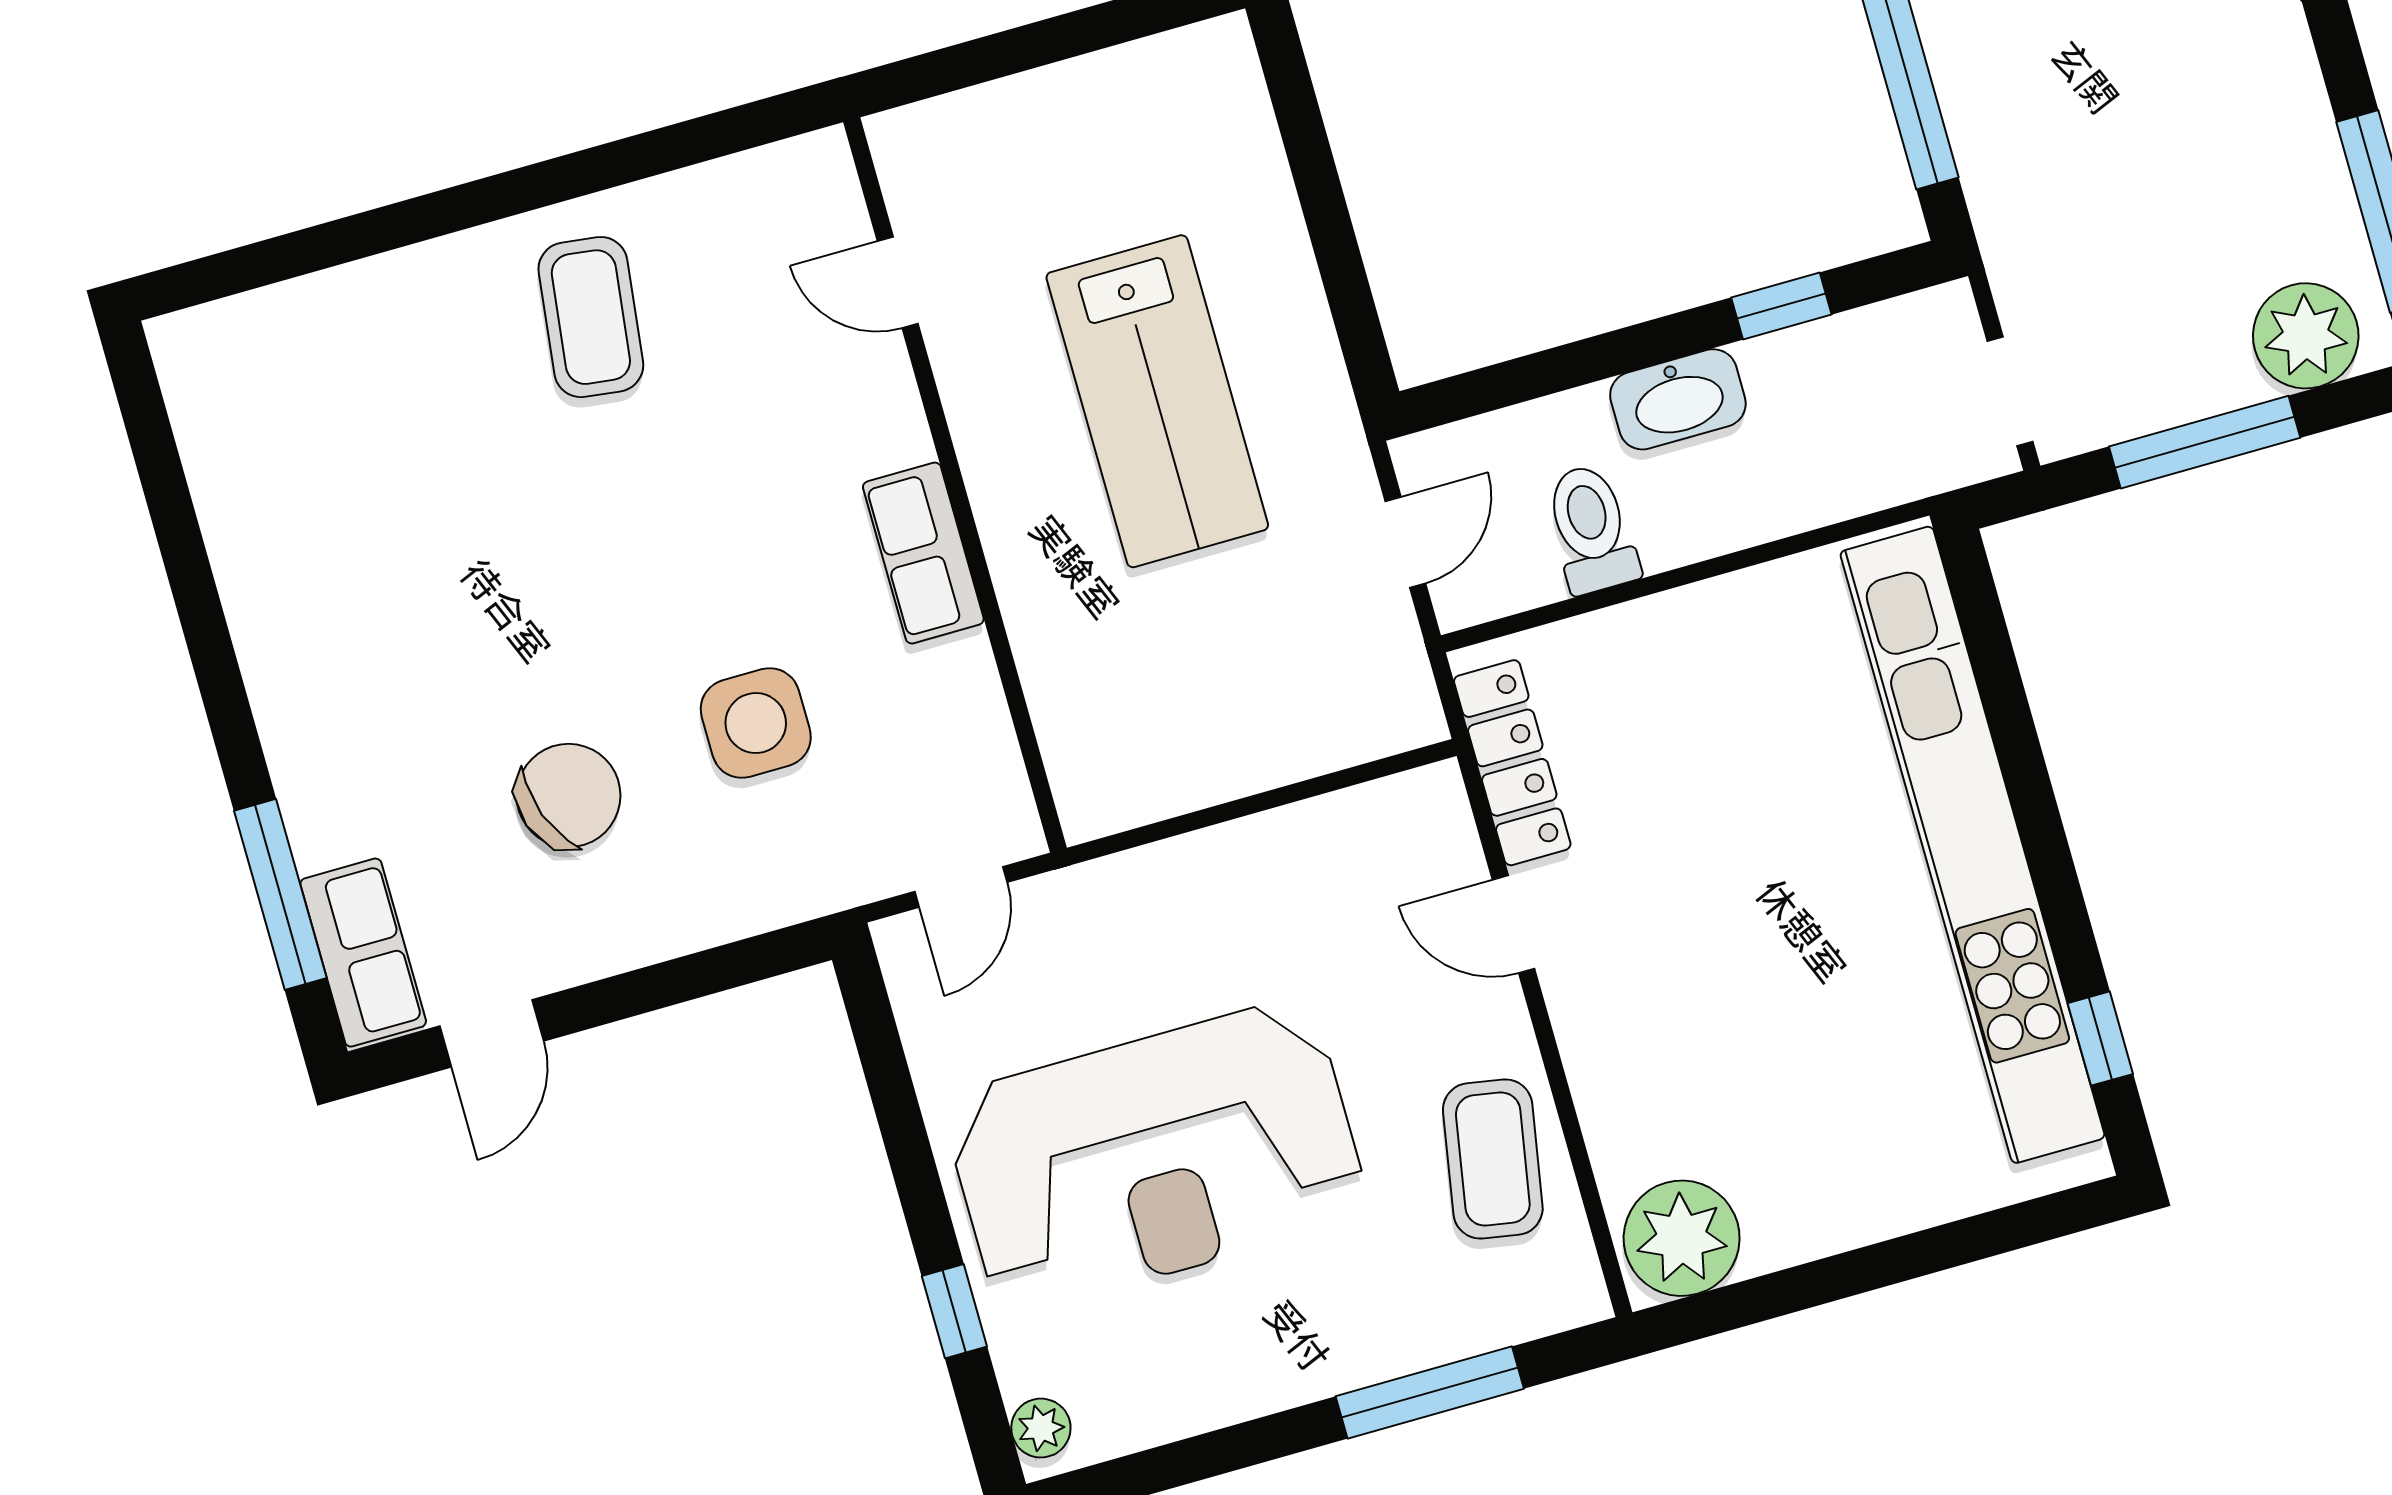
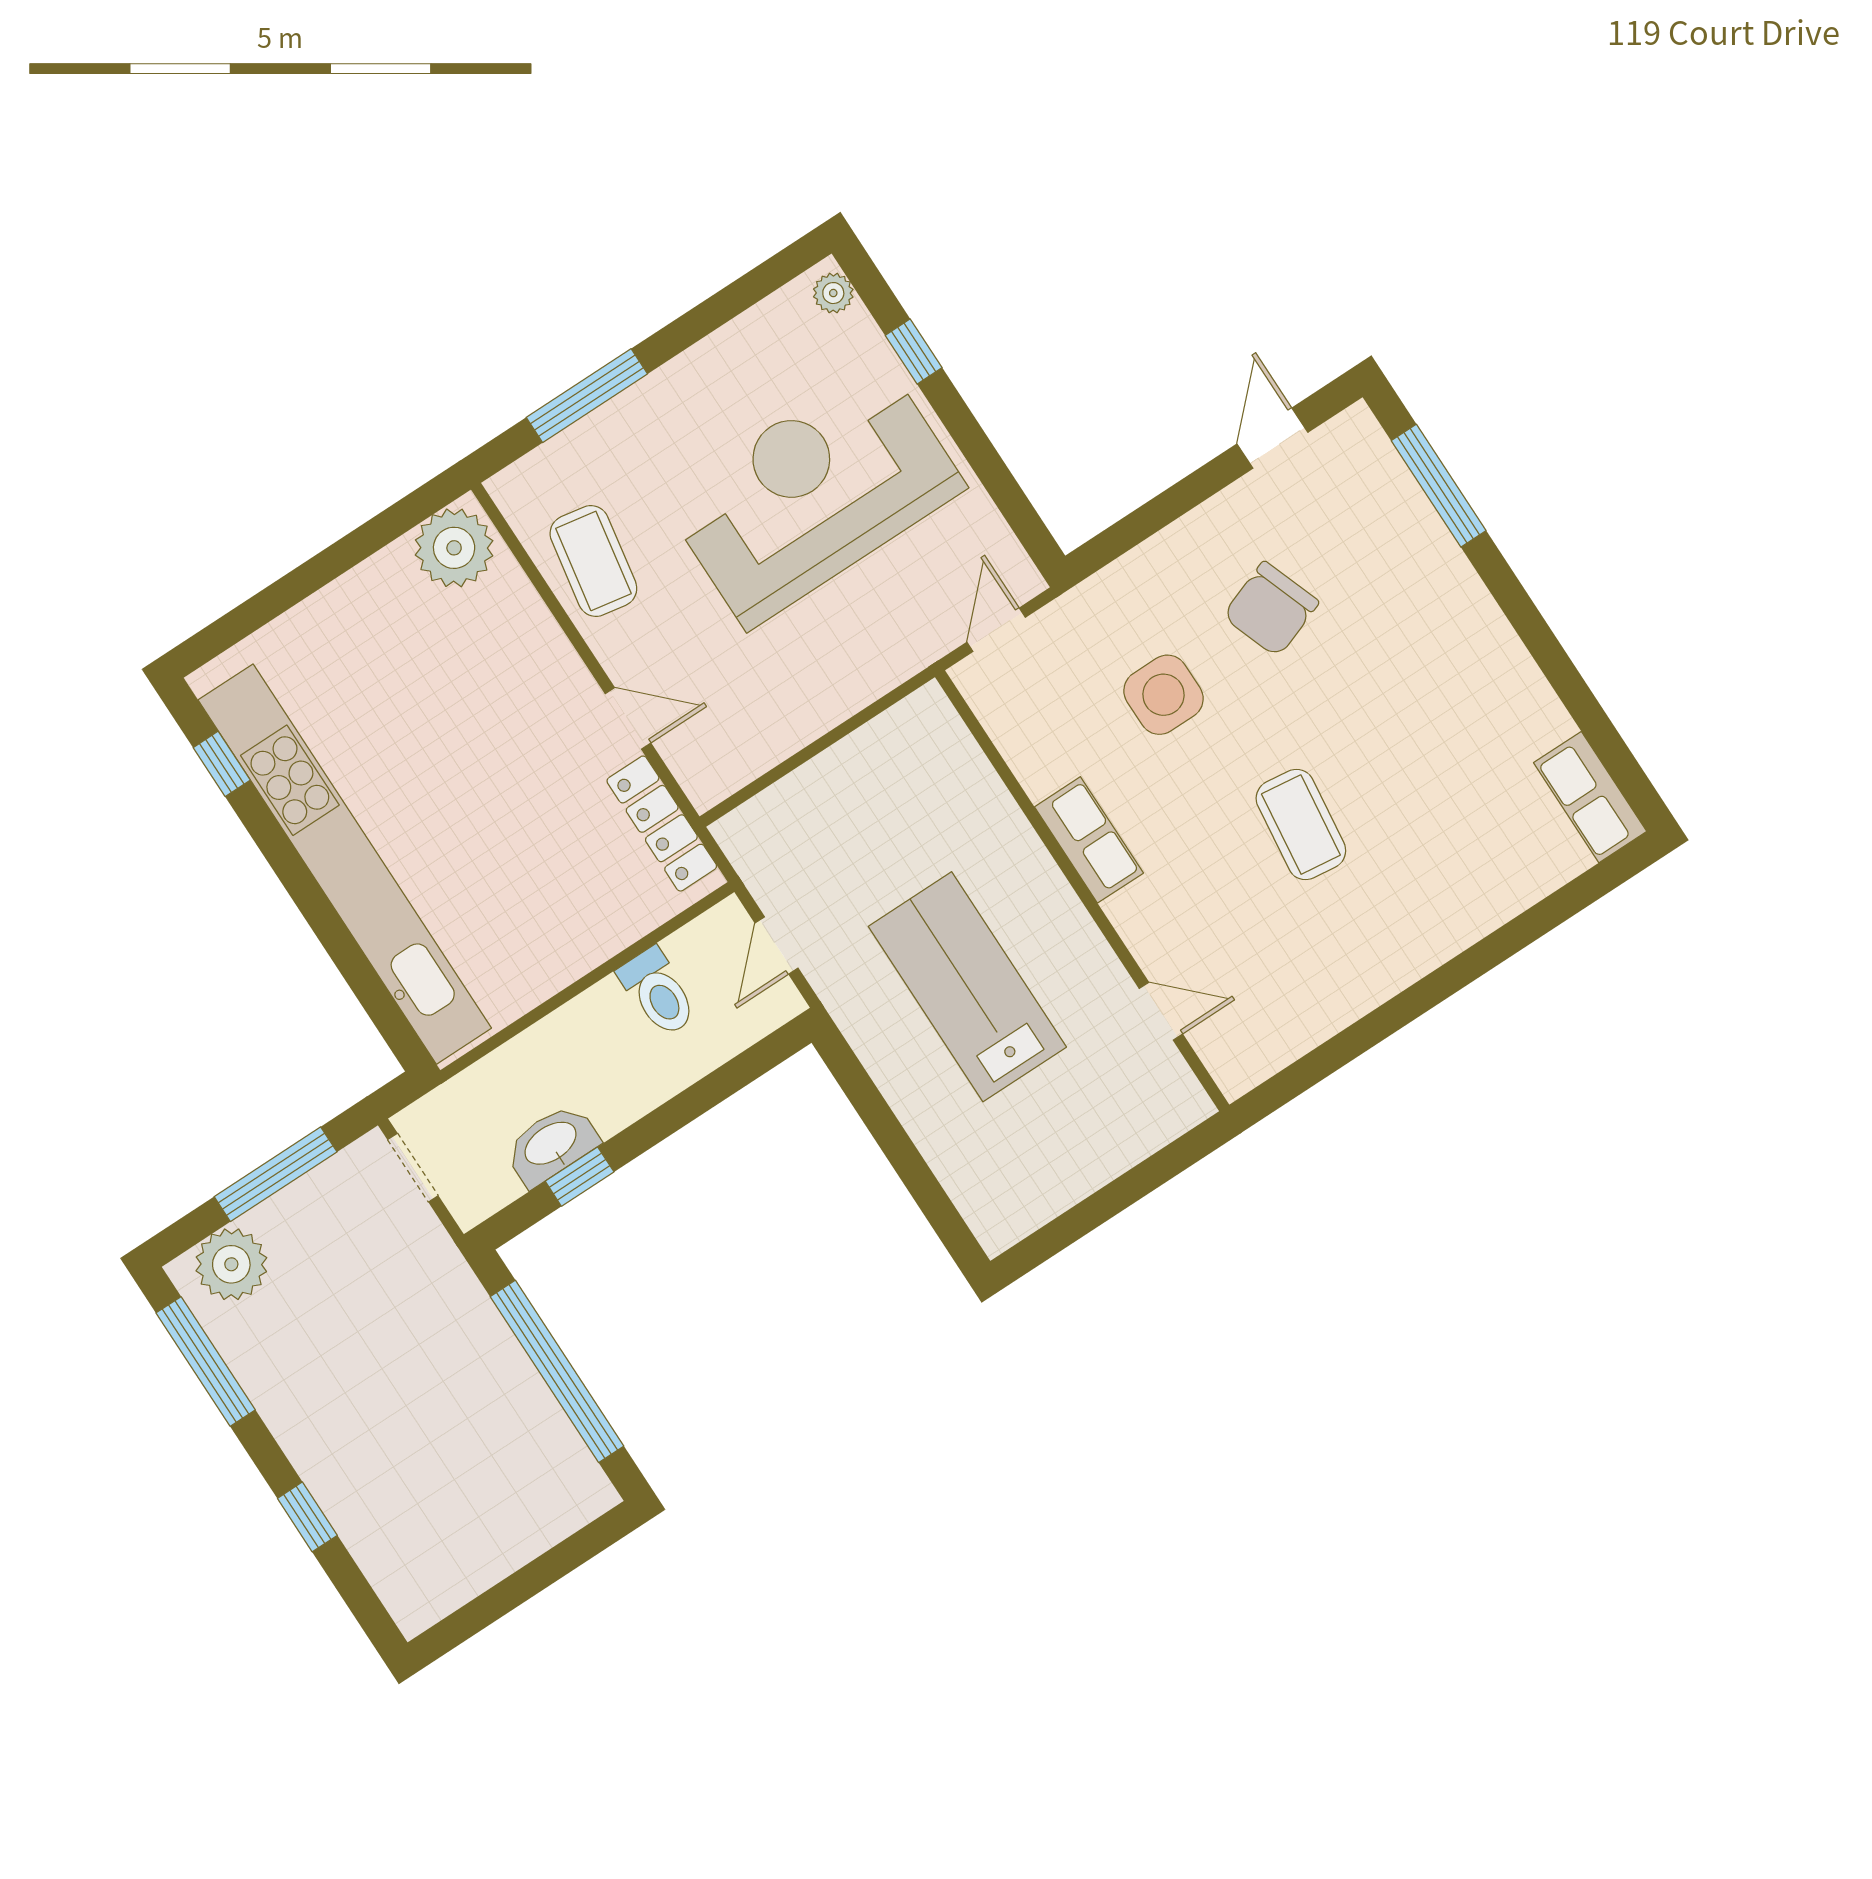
coffee table: (591, 317) -> (1301, 825), moved
washbasin: (1678, 399) -> (551, 1145), moved
row of seats: (363, 953) -> (1590, 797), moved

